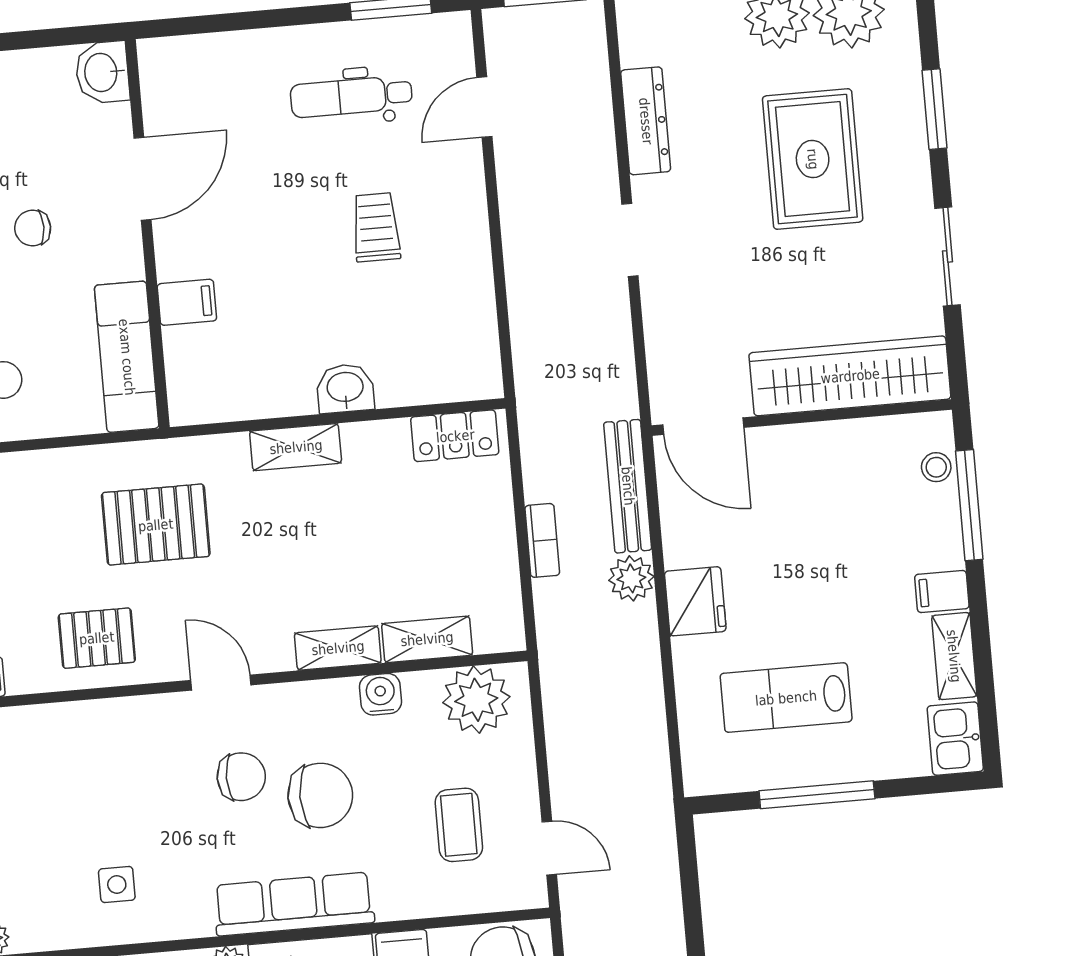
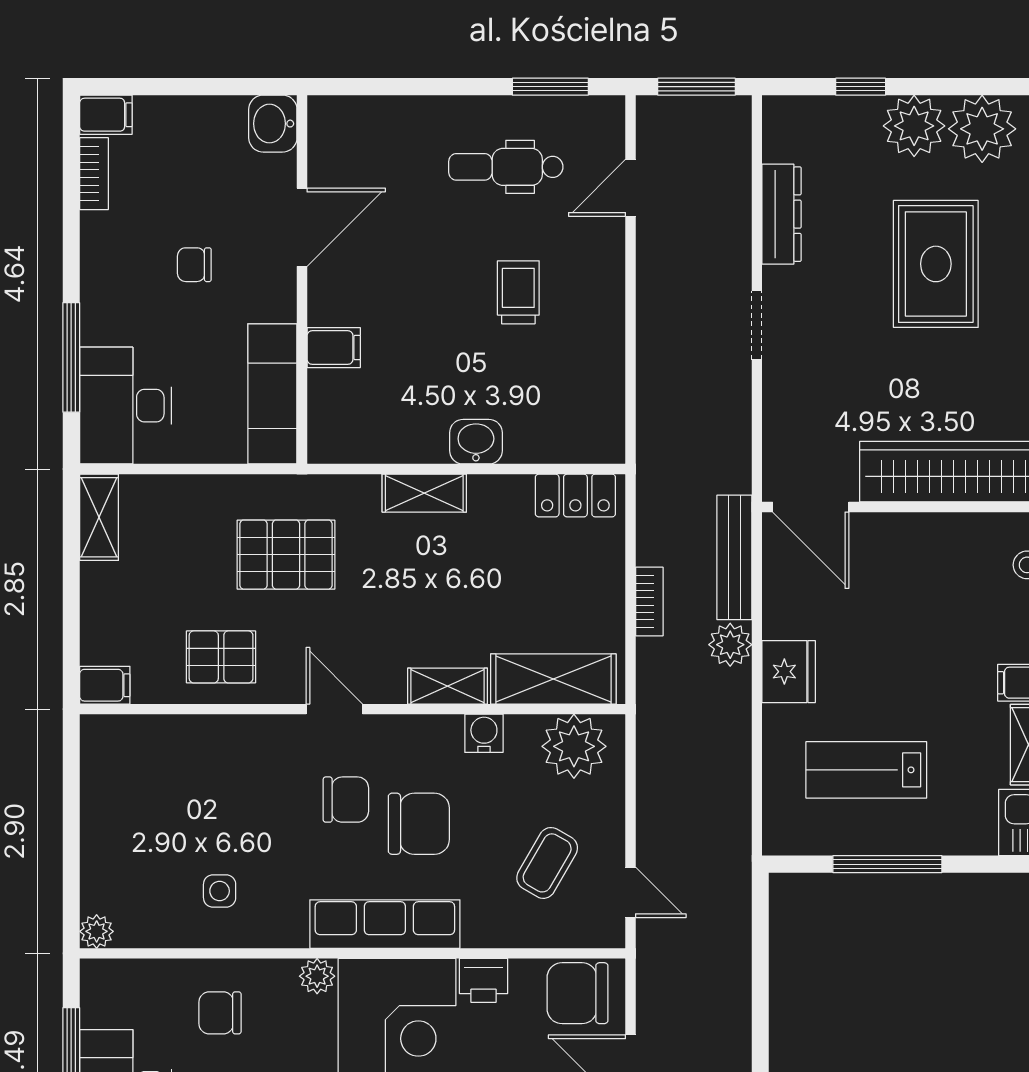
shelving: (427, 639) -> (553, 679), width x1.50, depth x1.33
coffee table: (459, 825) -> (547, 863), turned 30

